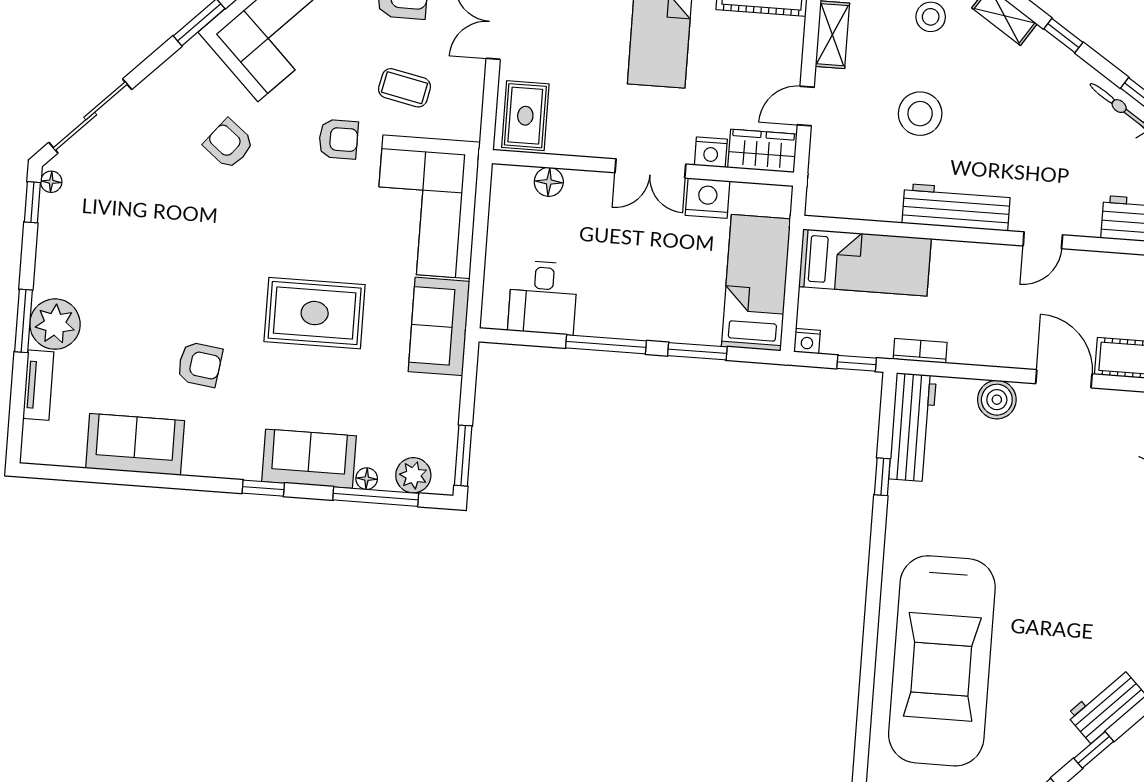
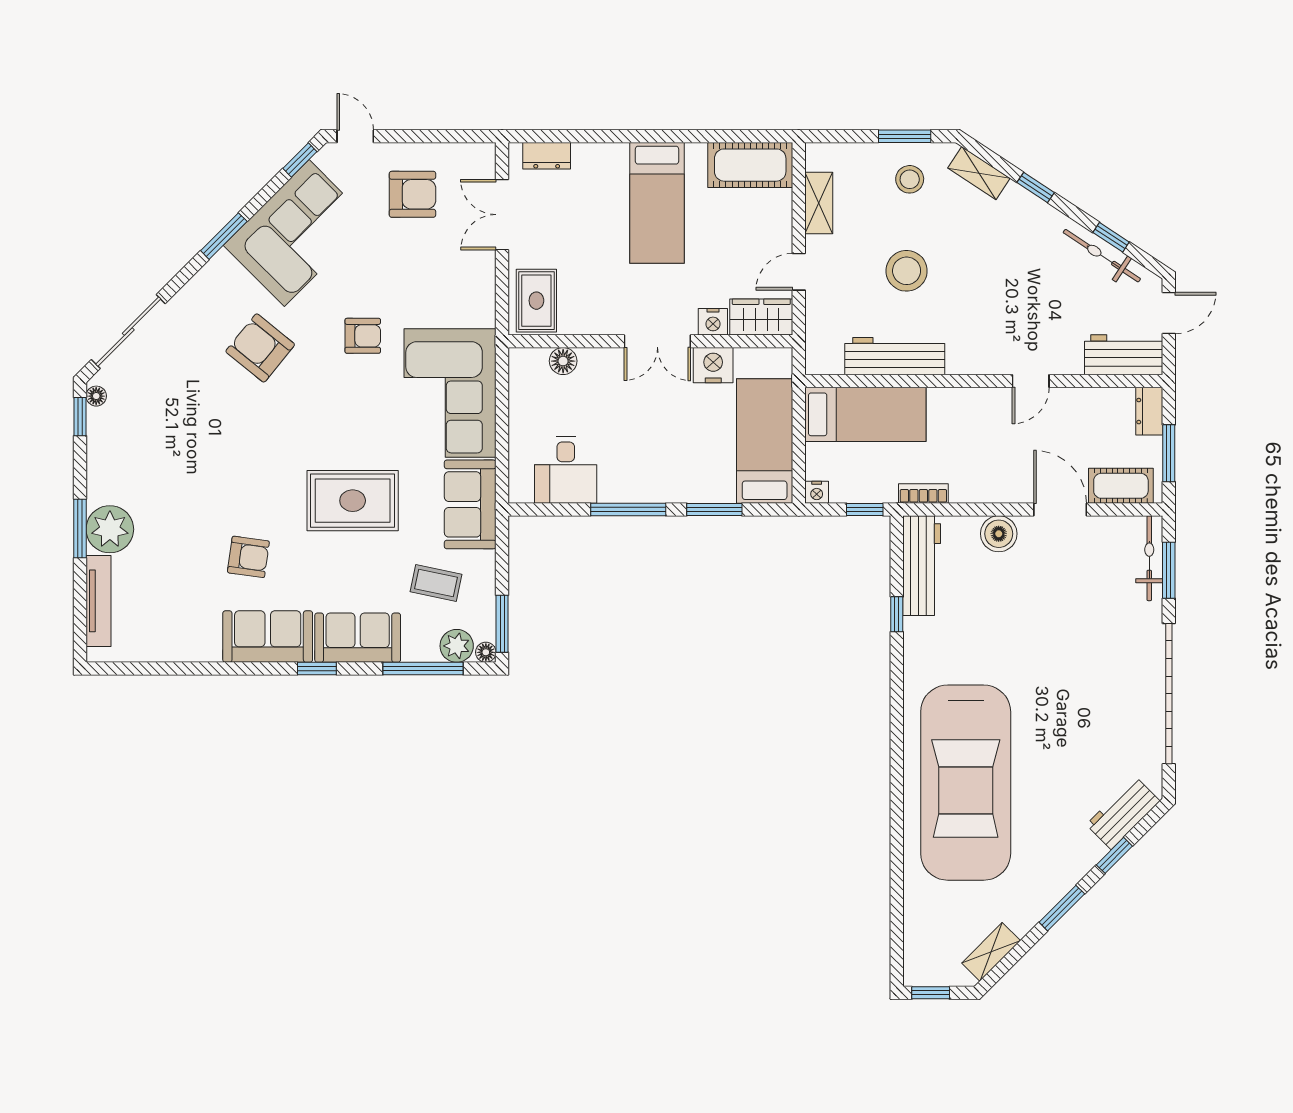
coffee table: (405, 88) -> (436, 583), moved
armchair: (229, 144) -> (260, 348), width x1.38, depth x1.38
workbench: (956, 207) -> (895, 356), moved
tv unit: (38, 385) -> (98, 601), width x1.41
sofa: (135, 444) -> (268, 637), moved
floor lamp: (367, 479) -> (486, 652), moved

